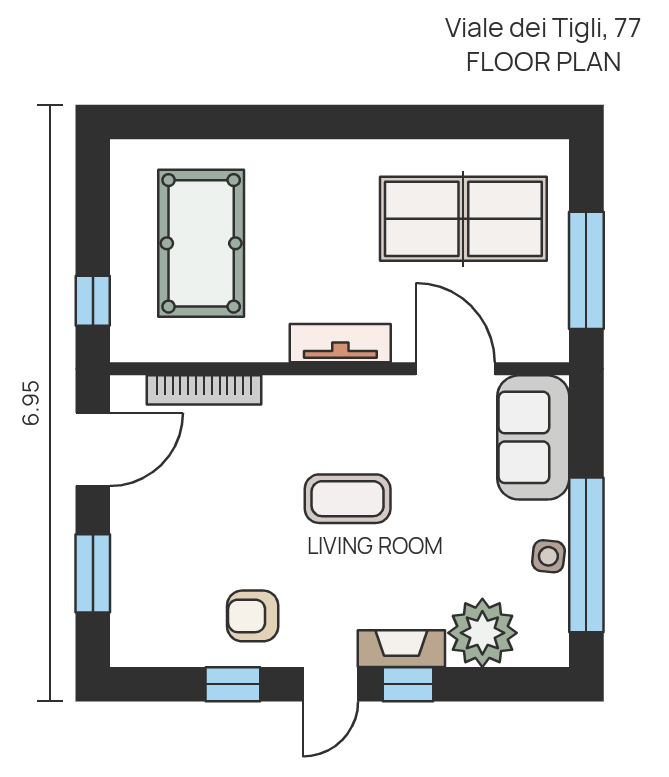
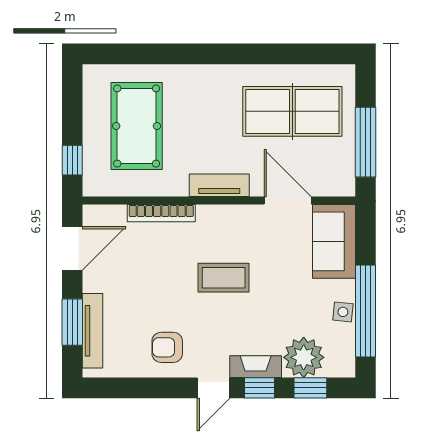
bookcase: (204, 390) -> (161, 213), moved
tv unit: (127, 588) -> (93, 331), added
window: (233, 684) -> (310, 388), moved

